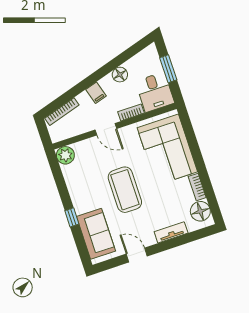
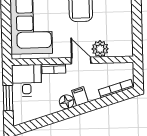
floor lamp: (120, 75) -> (67, 102), moved
plant: (65, 155) -> (100, 49), moved

